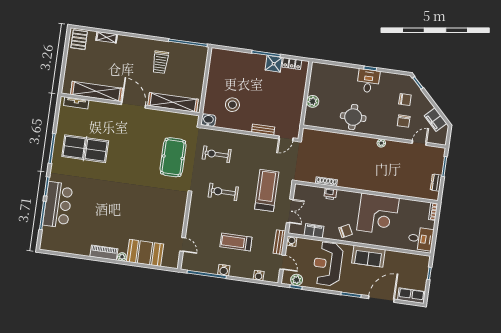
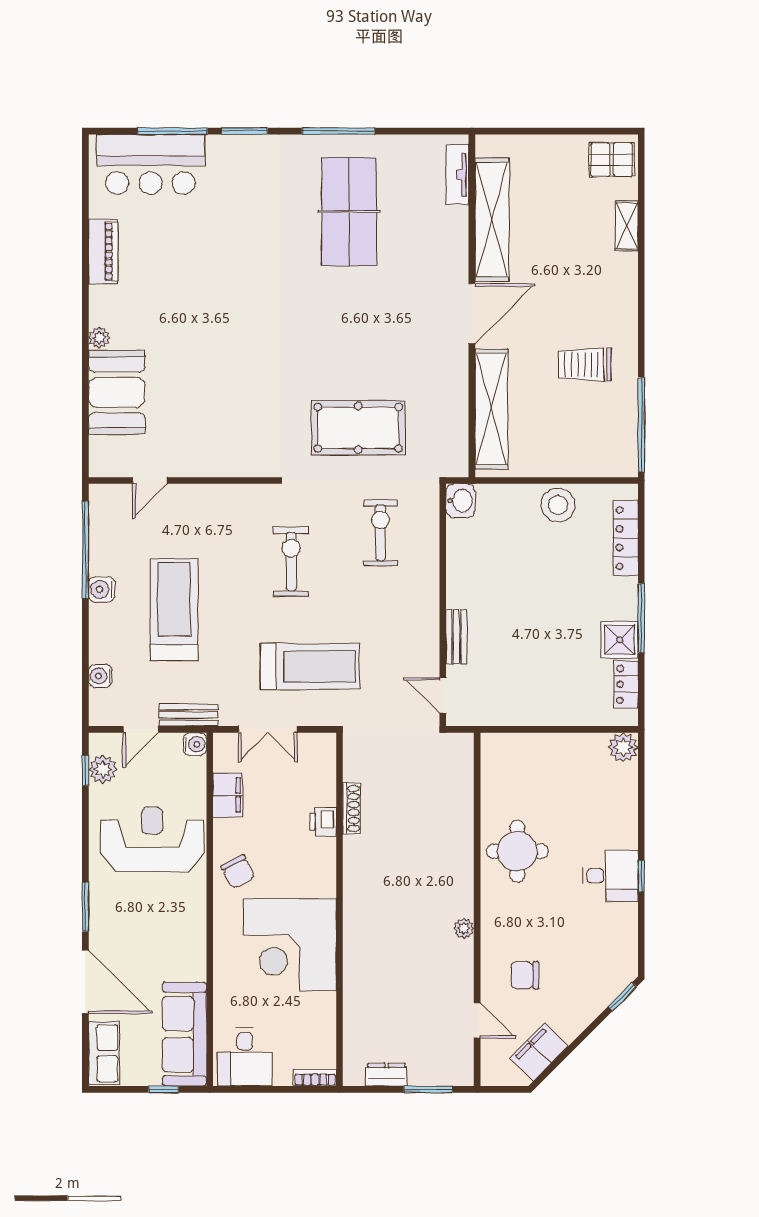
locker: (233, 55) -> (626, 538), added
chair: (405, 100) -> (578, 971), removed
plant: (313, 101) -> (623, 747), moved
stool: (232, 105) -> (558, 505), moved
bar counter: (58, 205) -> (150, 164), moved
treadmill: (236, 242) -> (174, 609), width x1.37, depth x1.38
piano: (104, 253) -> (103, 251), moved
sofa: (368, 256) -> (185, 1034), moved, width x1.36

